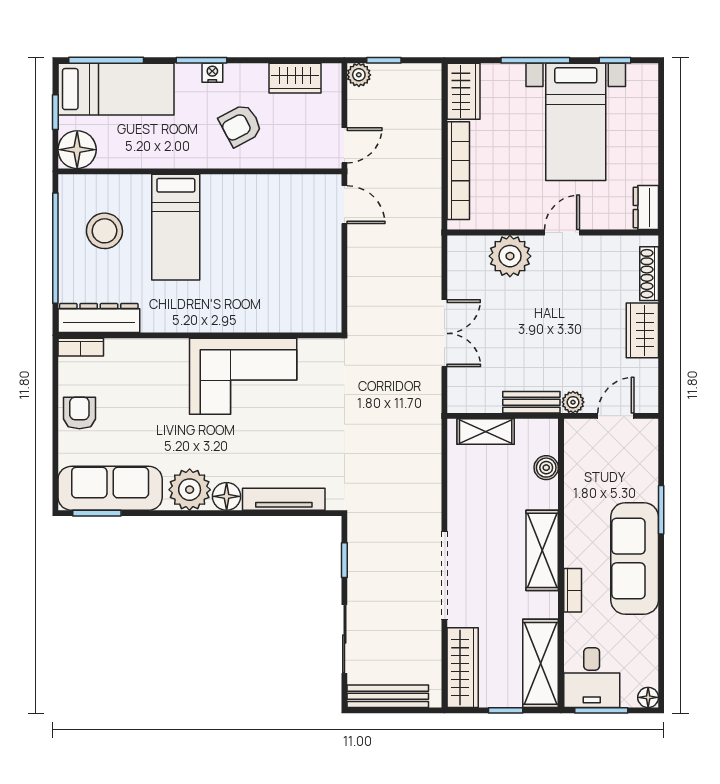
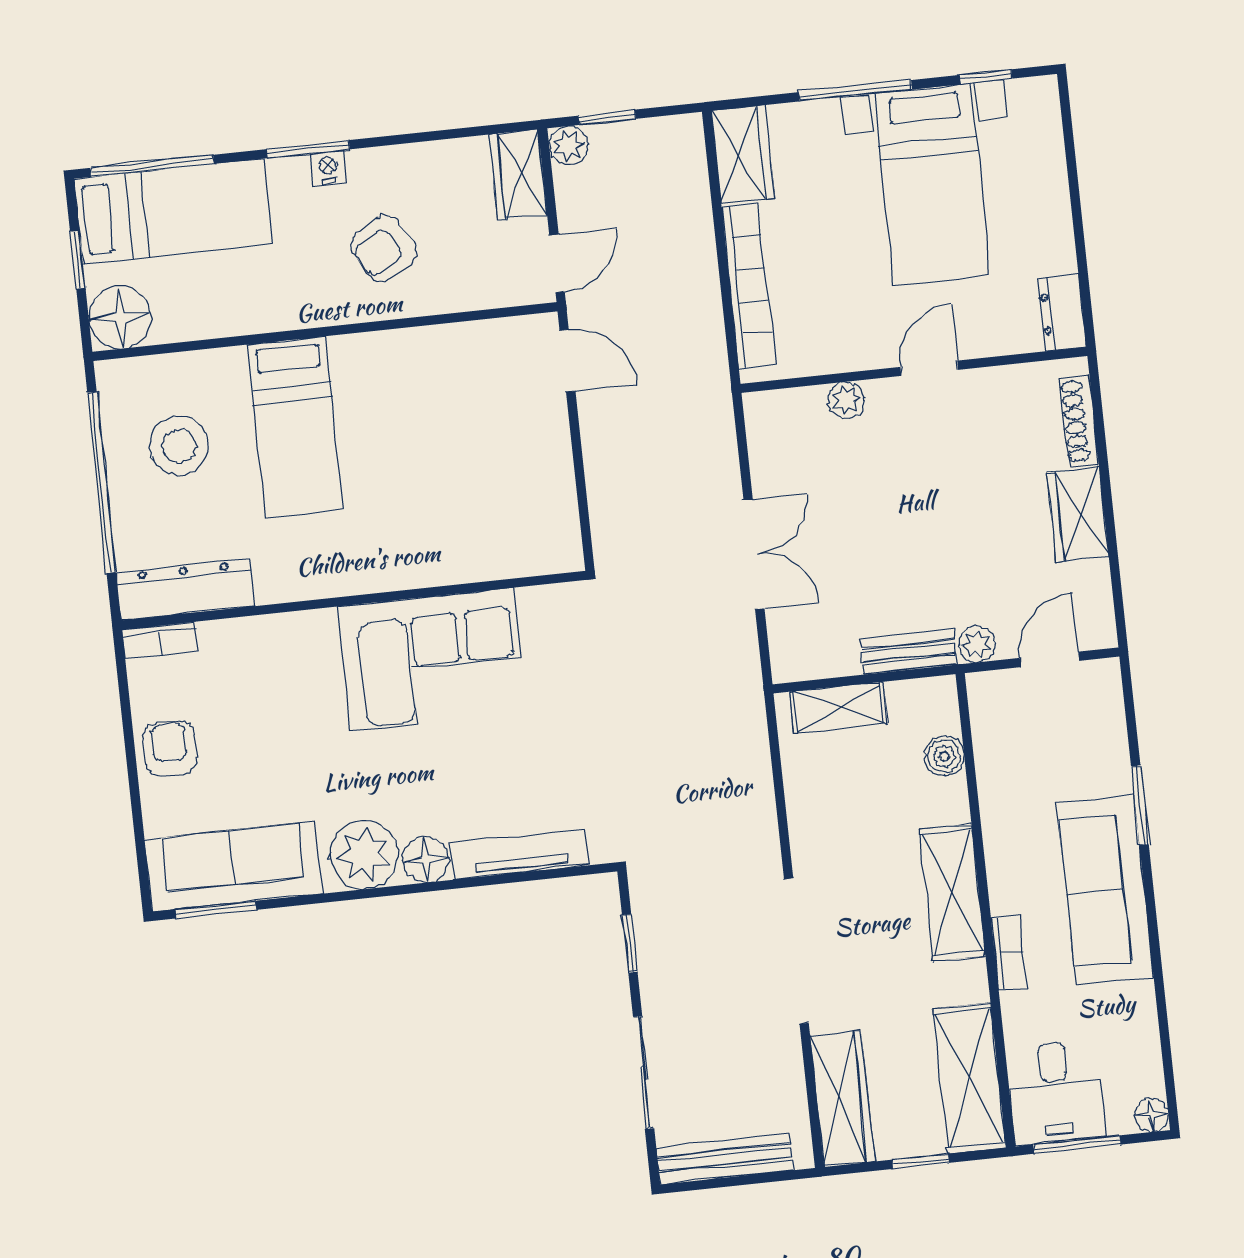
wardrobe: (295, 78) -> (518, 174), moved, turned 90
plant: (510, 256) -> (846, 400), width x0.53, depth x0.53

